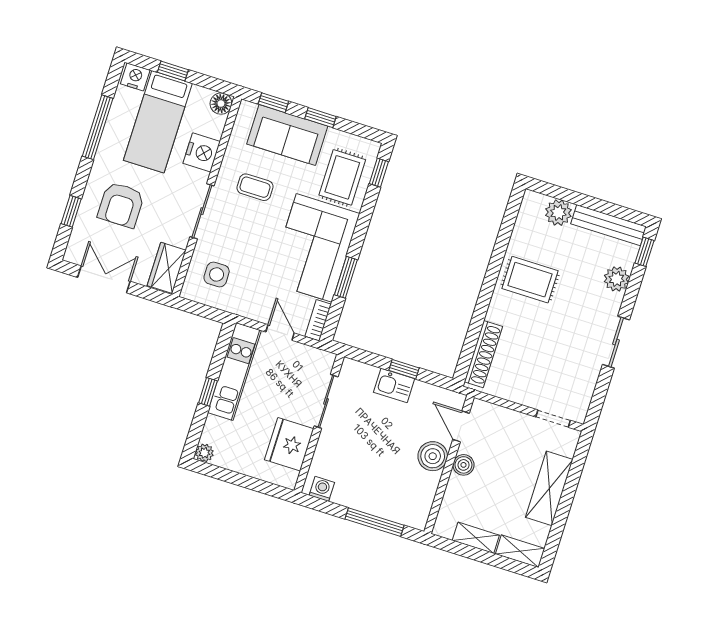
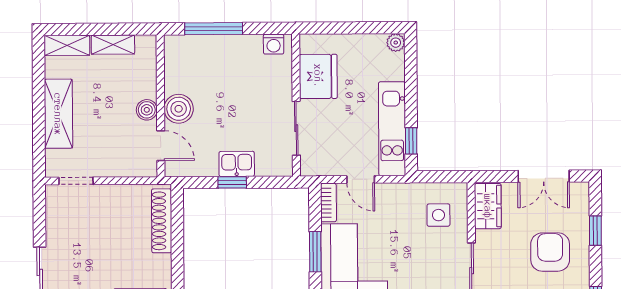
window: (208, 392) -> (411, 141), moved

